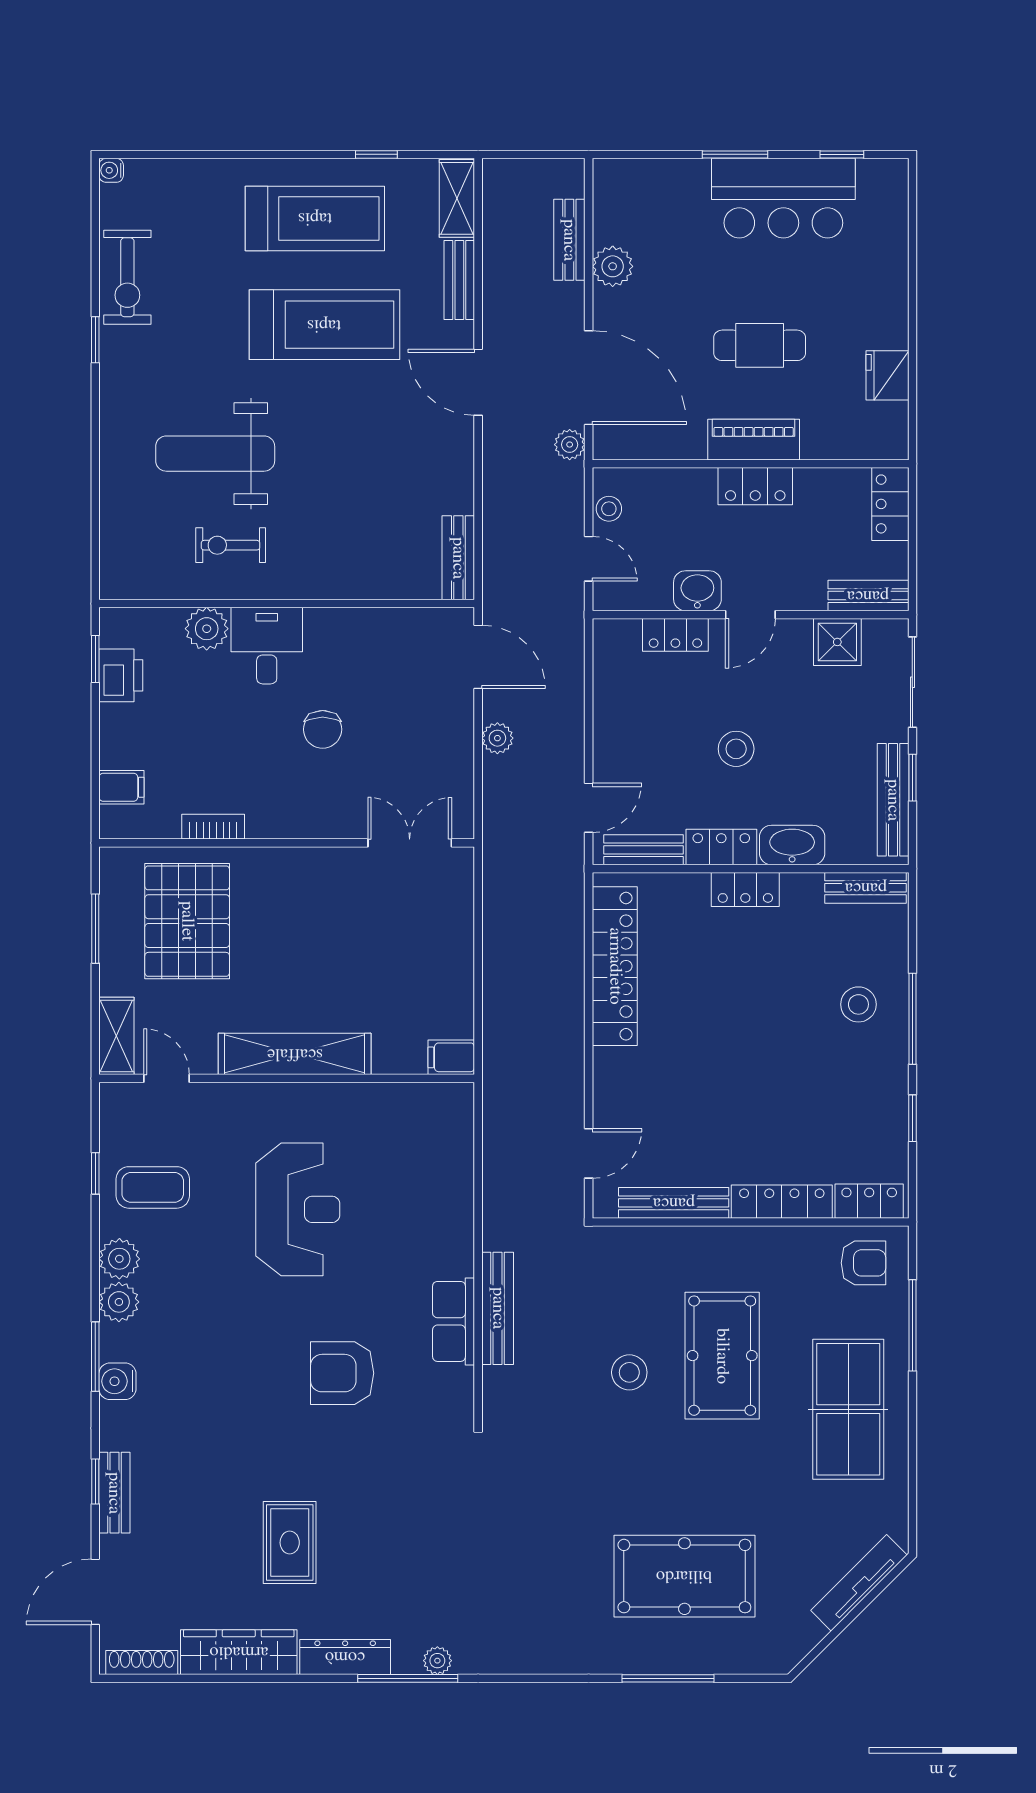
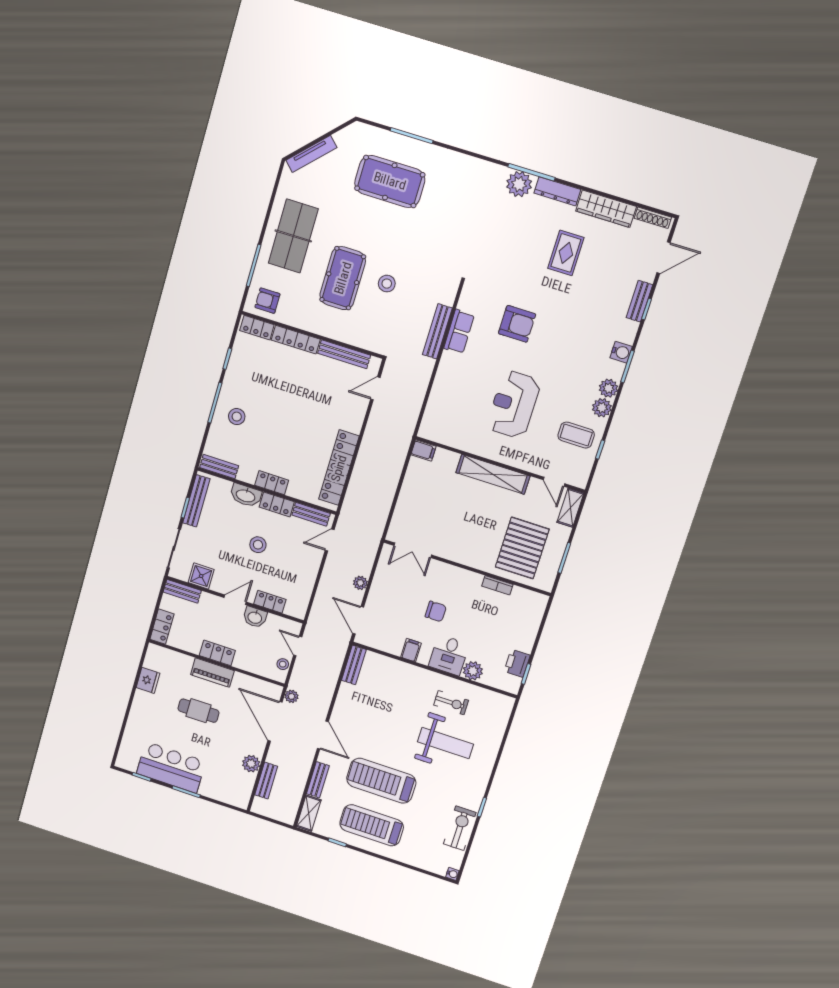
chair: (323, 729) -> (436, 611), turned 90
filing cabinet: (121, 787) -> (411, 650), moved, turned 90
plant: (437, 1661) -> (519, 184), width x1.87, depth x1.87

